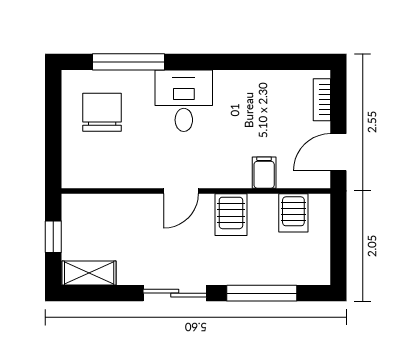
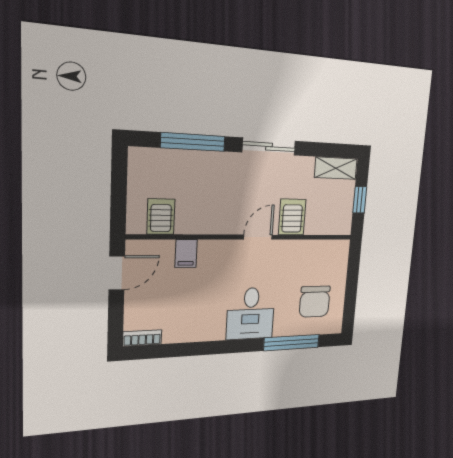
bookcase: (322, 100) -> (142, 338), moved, turned -90
server rack: (231, 215) -> (292, 217), moved

